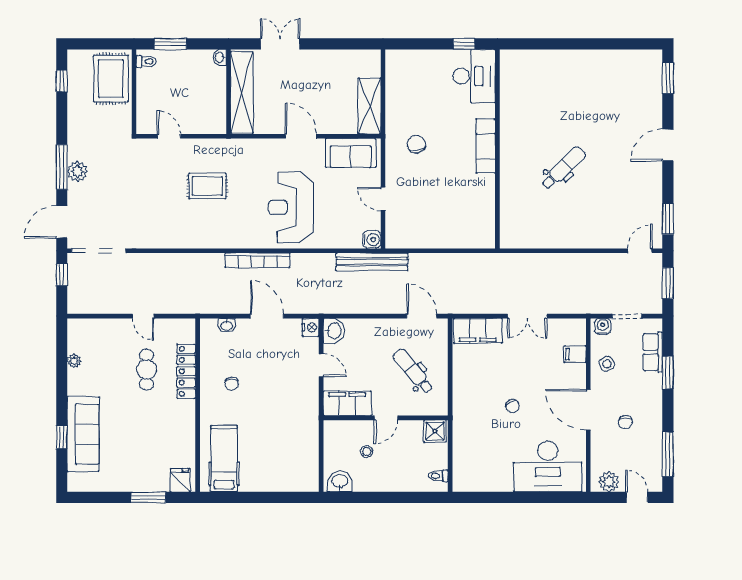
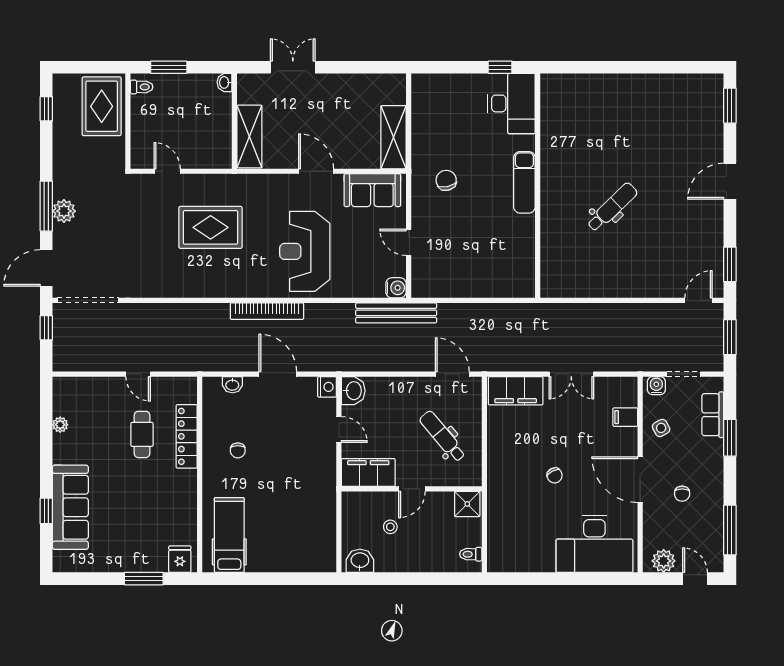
shelving: (242, 92) -> (249, 137), width x0.68
rug: (207, 186) -> (211, 227), width x1.36, depth x1.43

